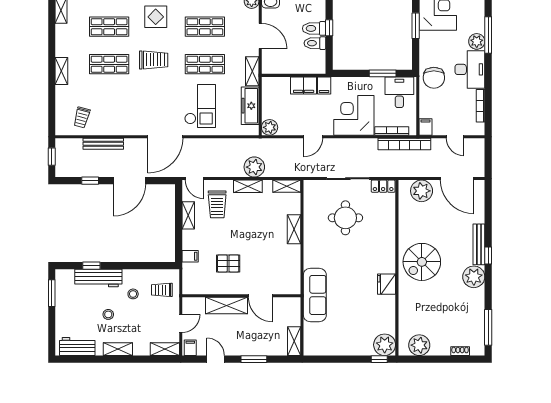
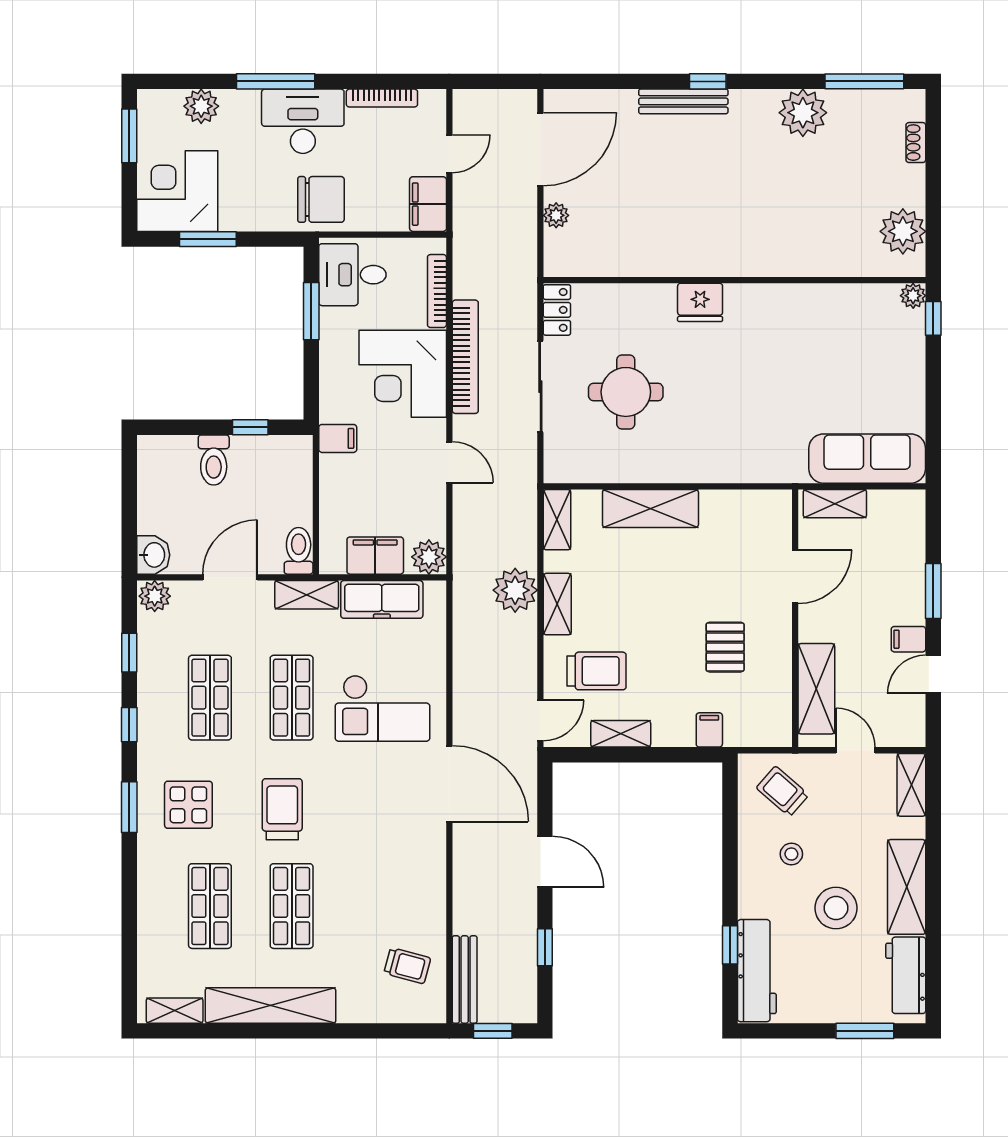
window: (329, 28) -> (250, 427), moved
window: (488, 35) -> (276, 81), moved
plant: (477, 41) -> (201, 106), moved
toilet: (315, 43) -> (299, 551), moved, turned 180
shelving: (61, 71) -> (271, 1006), width x2.20, depth x1.33
filing cabinet: (304, 85) -> (375, 556), moved, turned -90
checkout: (200, 106) -> (382, 708), turned 180
filing cabinet: (425, 127) -> (428, 204), width x2.00
bench: (103, 144) -> (465, 979), moved
bookcase: (404, 144) -> (465, 357), moved
door: (129, 181) -> (545, 862), width x0.73
plant: (422, 191) -> (556, 215), width x0.53, depth x0.53
shelving: (294, 229) -> (650, 509), width x1.50, depth x1.33
spiral stairs: (422, 262) -> (722, 226), removed
plant: (474, 277) -> (803, 113), moved
workbench: (98, 278) -> (757, 971), moved
fridge: (387, 284) -> (700, 302), moved
trolley: (162, 290) -> (783, 791), turned 131
window: (52, 293) -> (865, 1031), moved
sofa: (315, 295) -> (867, 459), moved
shelving: (226, 305) -> (816, 689), moved
stool: (108, 314) -> (836, 908), width x1.89, depth x1.89
shelving: (294, 341) -> (835, 504), moved
plant: (385, 345) -> (913, 296), width x0.53, depth x0.53
filing cabinet: (190, 348) -> (908, 639), moved
shelving: (118, 349) -> (907, 887), width x1.50, depth x1.33

